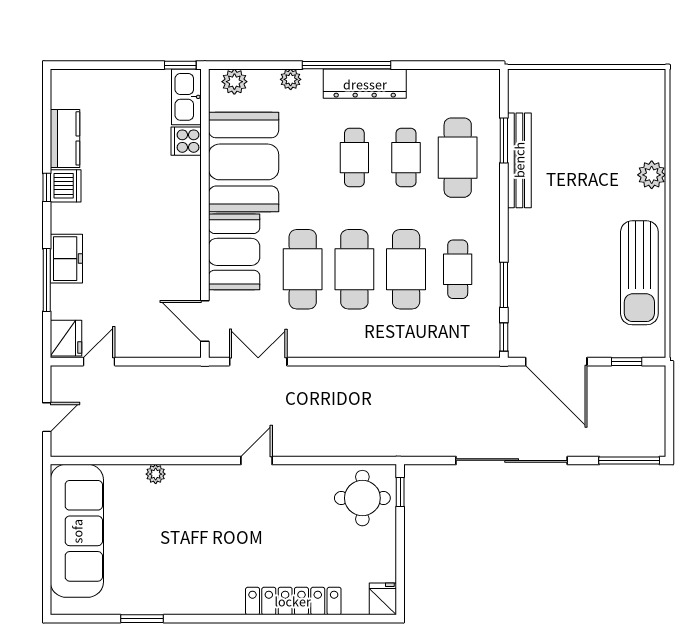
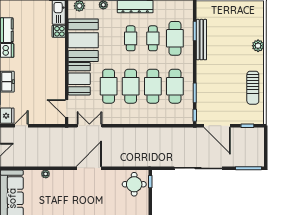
cafe table: (458, 269) -> (175, 86), width x1.37, depth x1.35
sun lounger: (639, 273) -> (253, 88), width x0.73, depth x0.75
door: (256, 460) -> (89, 168), width x1.88

